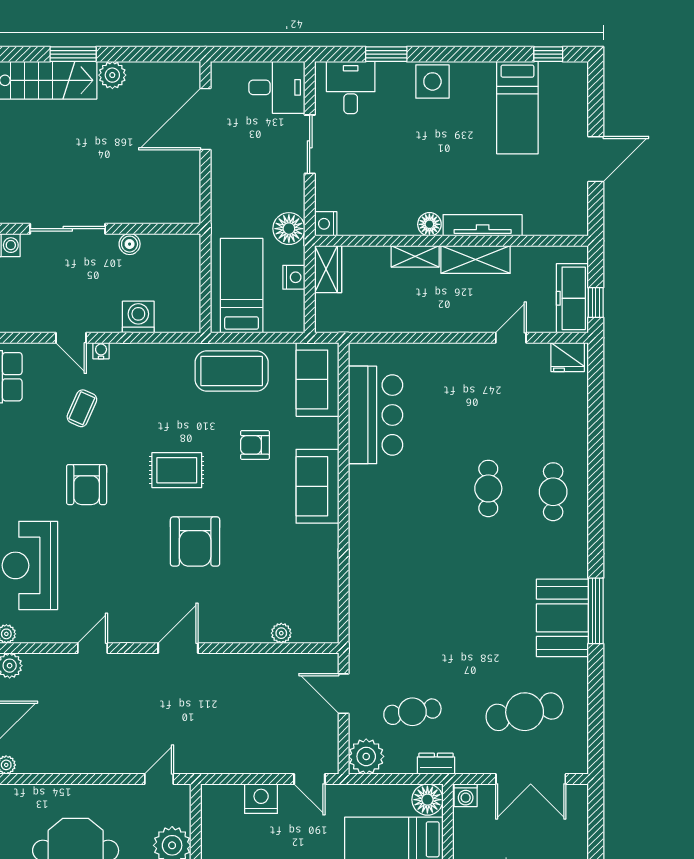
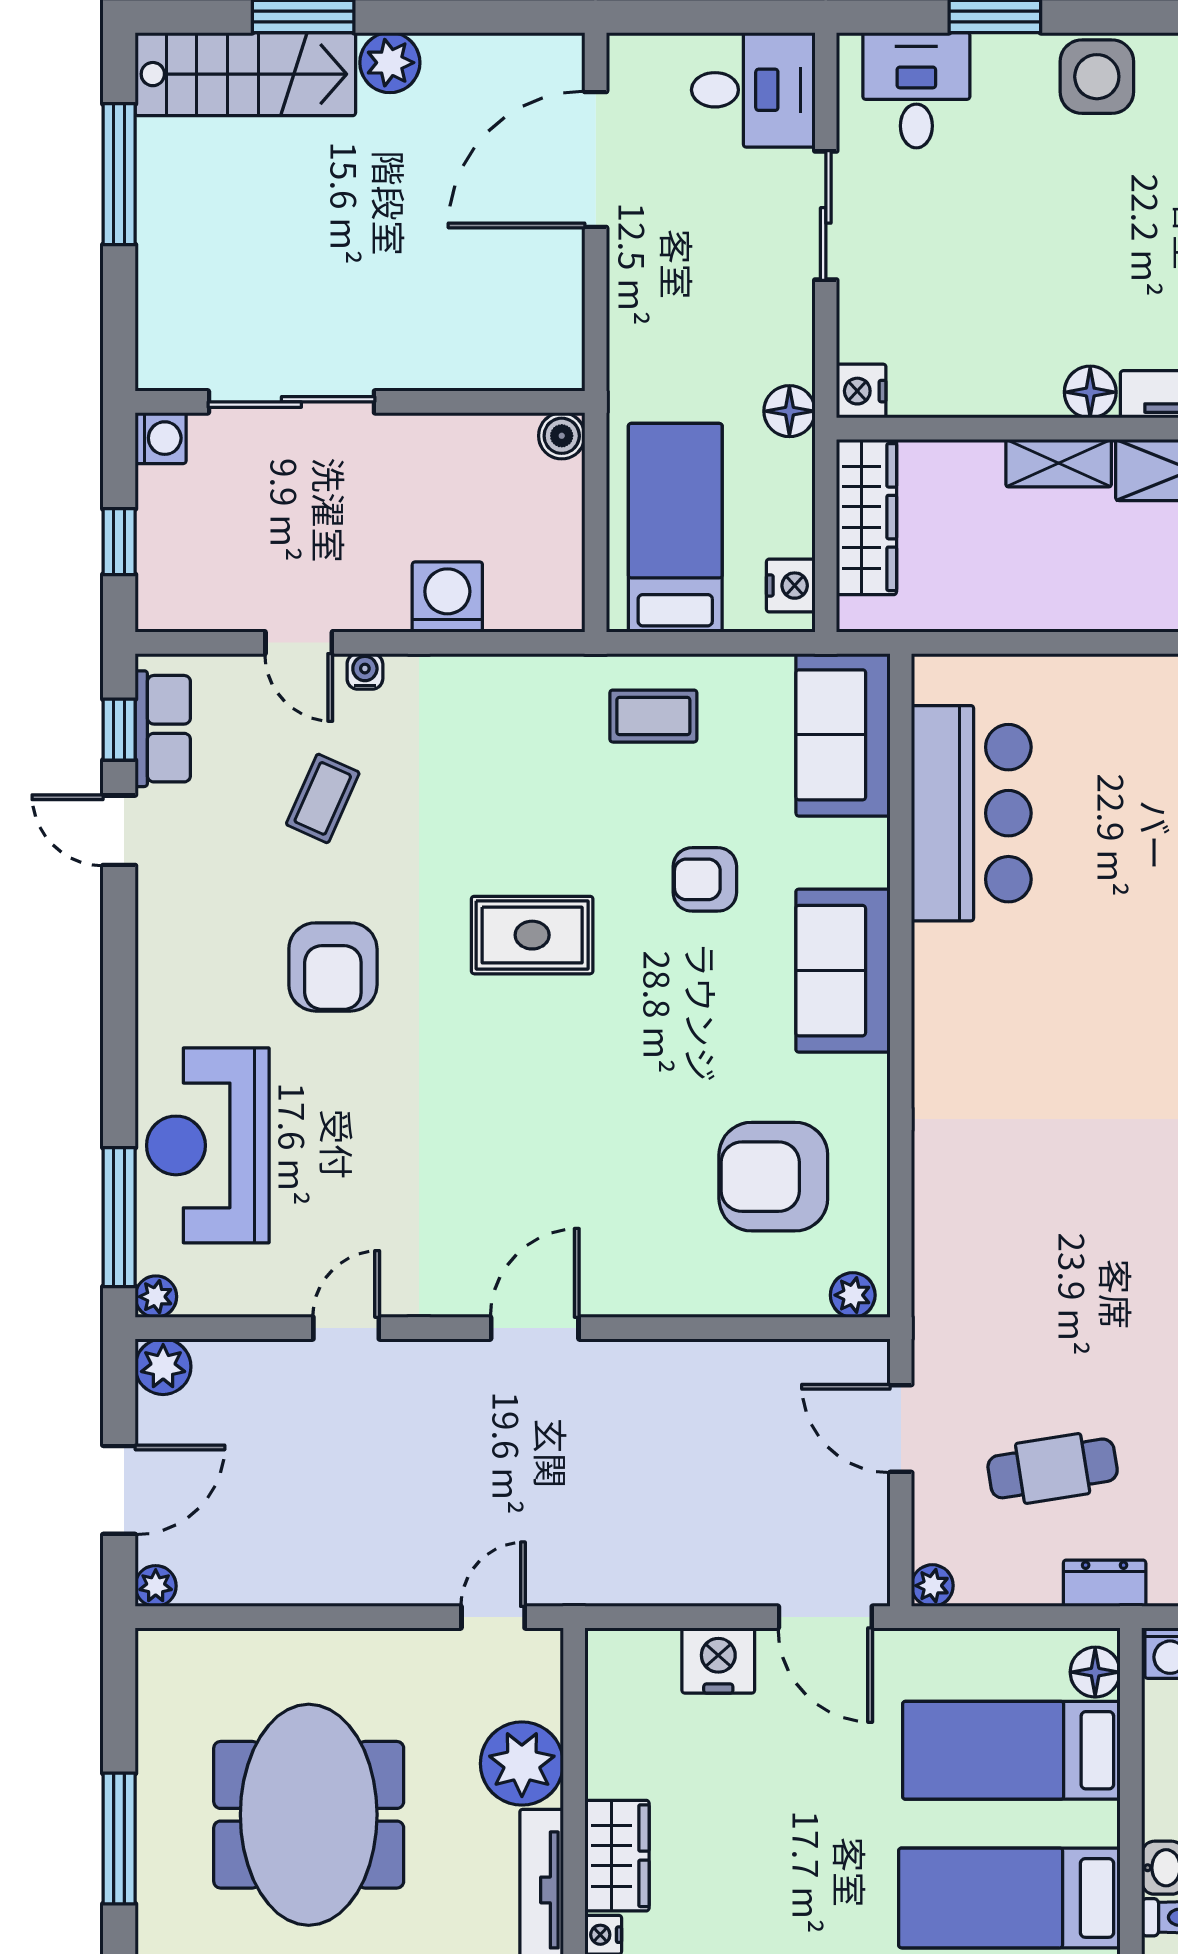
floor lamp: (289, 229) -> (789, 411), width x0.73, depth x0.73
boiler: (130, 244) -> (562, 436), moved
wardrobe: (328, 269) -> (867, 517), width x1.50
nightstand: (294, 277) -> (791, 586), moved
coffee table: (232, 371) -> (653, 716), width x0.54, depth x0.58
armchair: (195, 542) -> (773, 1177), moved, turned 90
plant: (281, 633) -> (853, 1295), moved
plant: (366, 756) -> (932, 1586), width x0.53, depth x0.53
door: (309, 779) -> (825, 1617), width x1.37
floor lamp: (427, 800) -> (1095, 1672), width x0.73, depth x0.73

